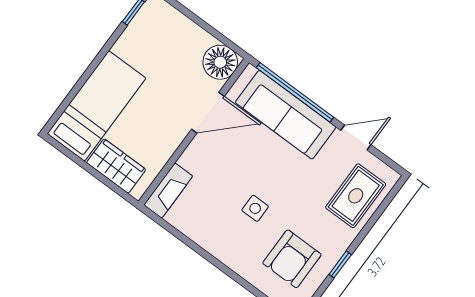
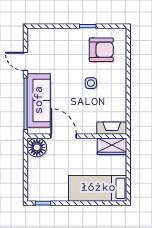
wardrobe: (116, 166) -> (112, 146), moved, turned -90
rug: (356, 196) -> (52, 42), removed

